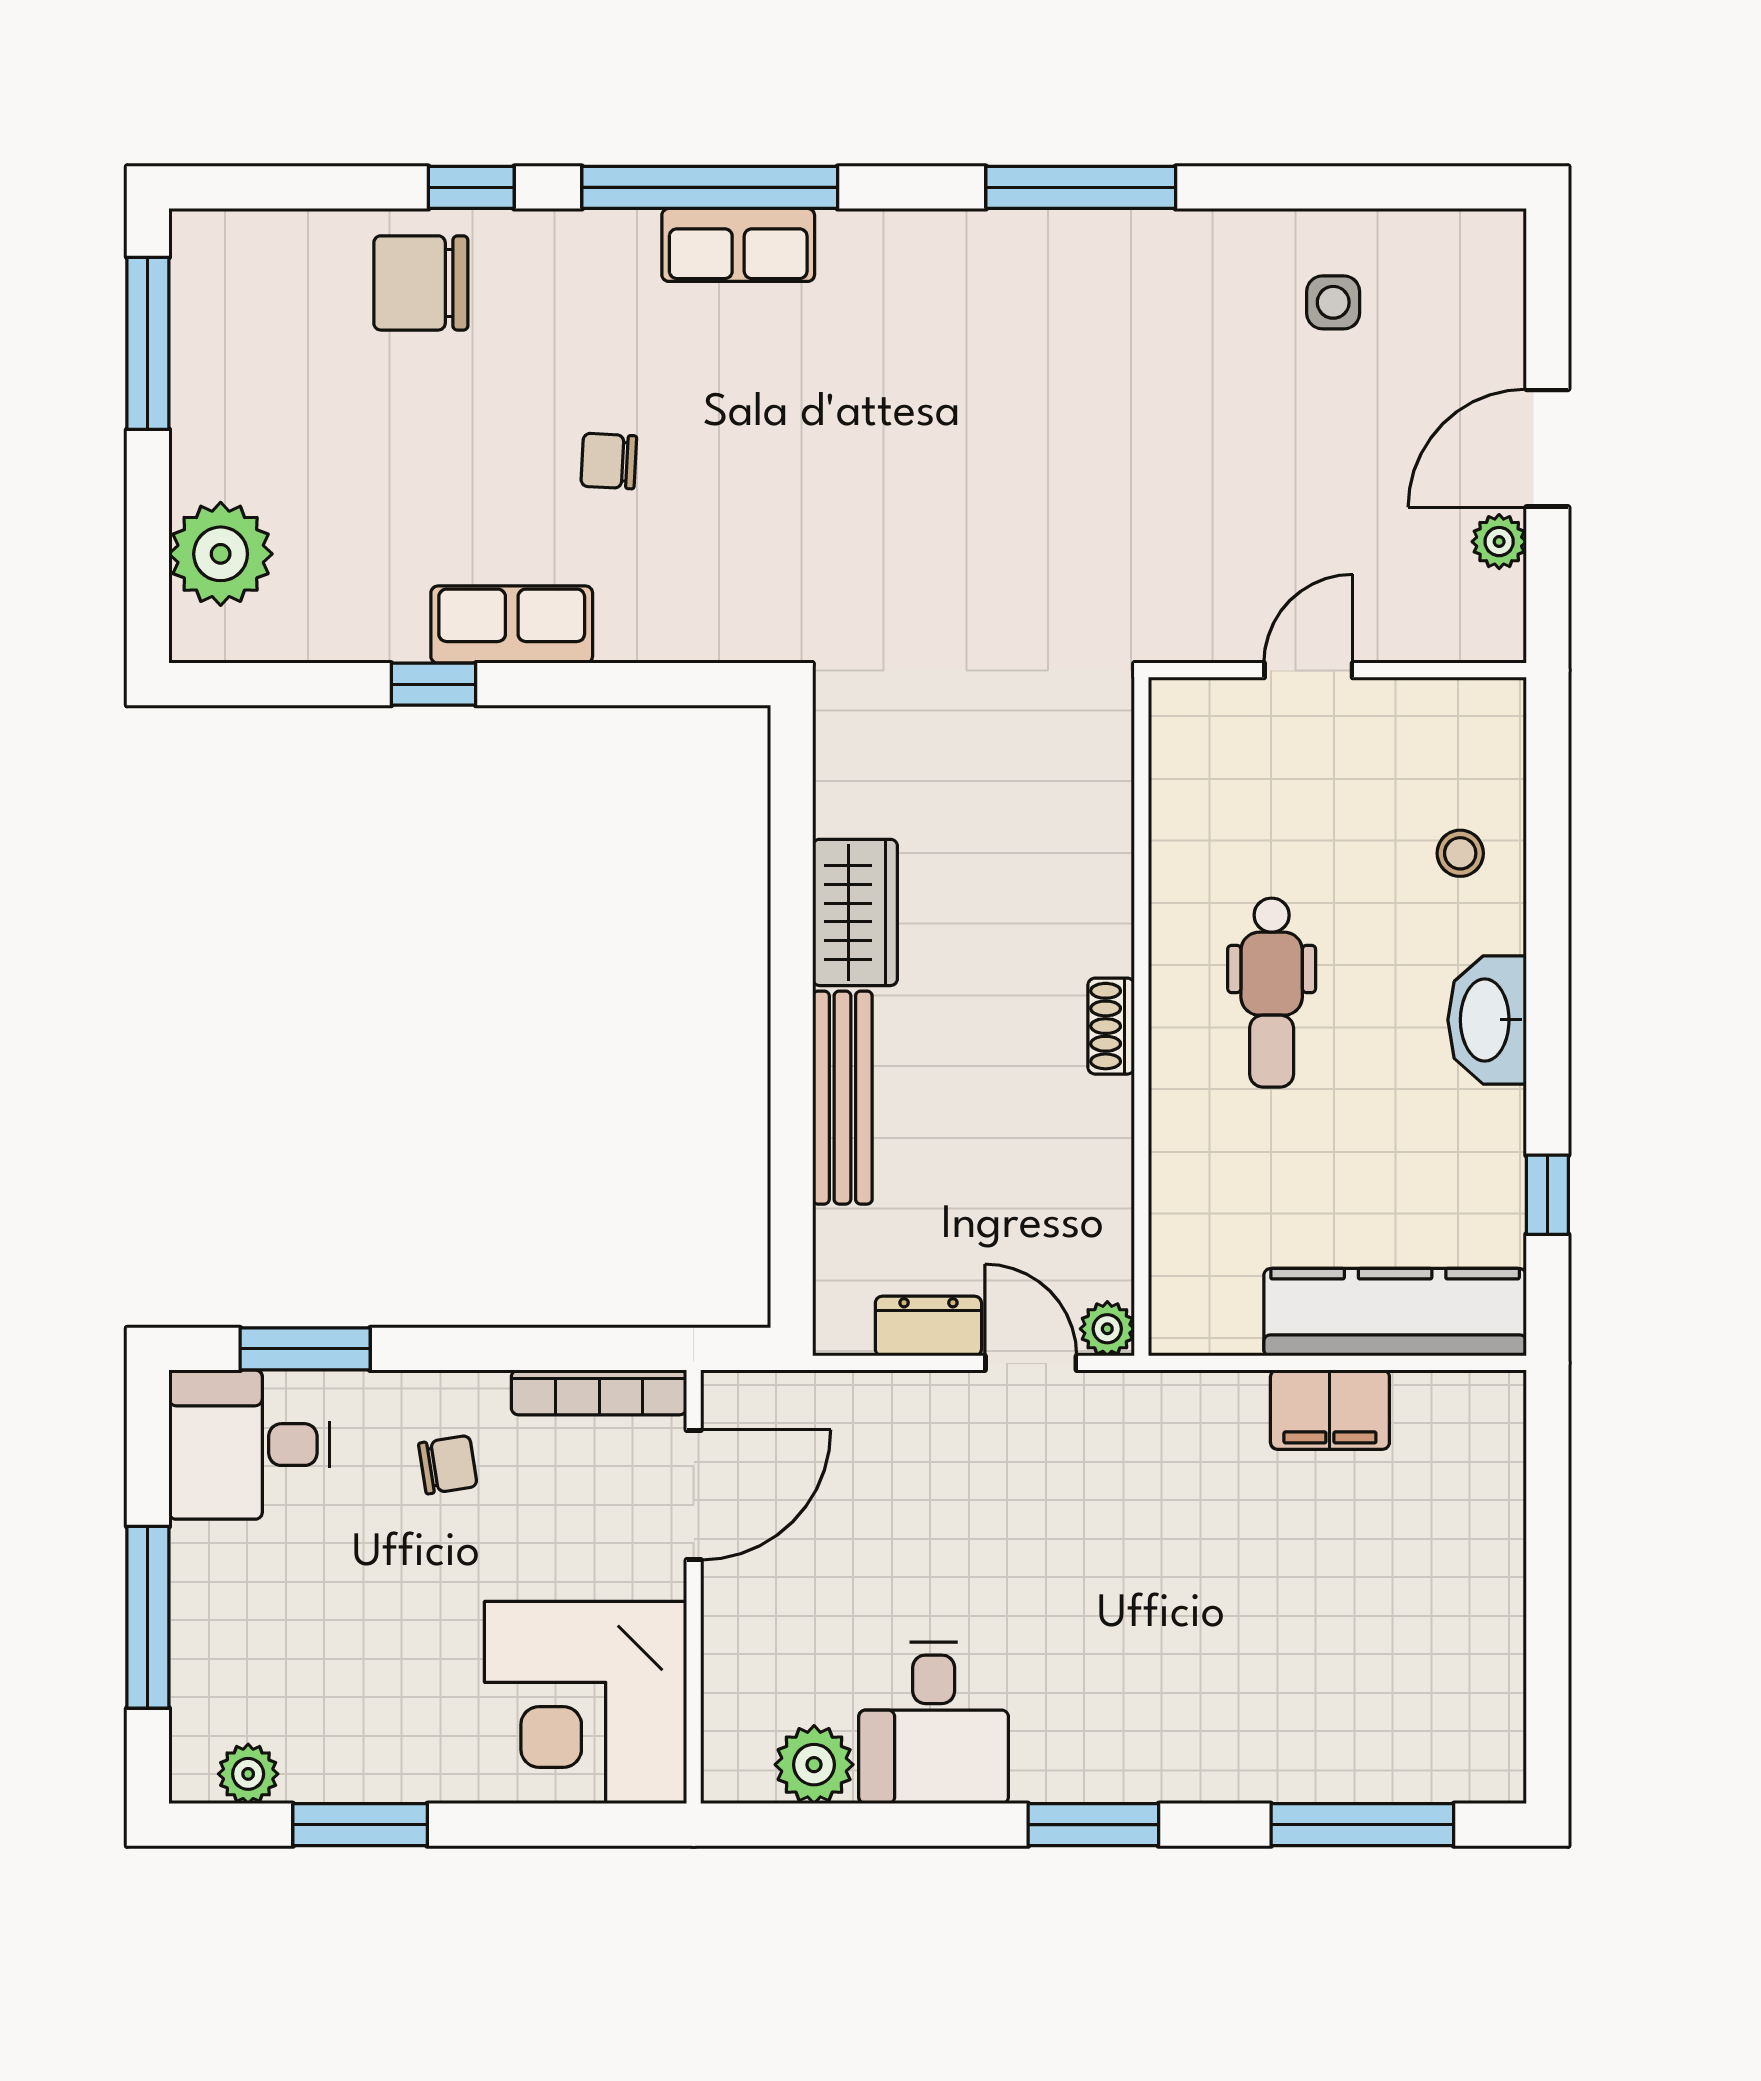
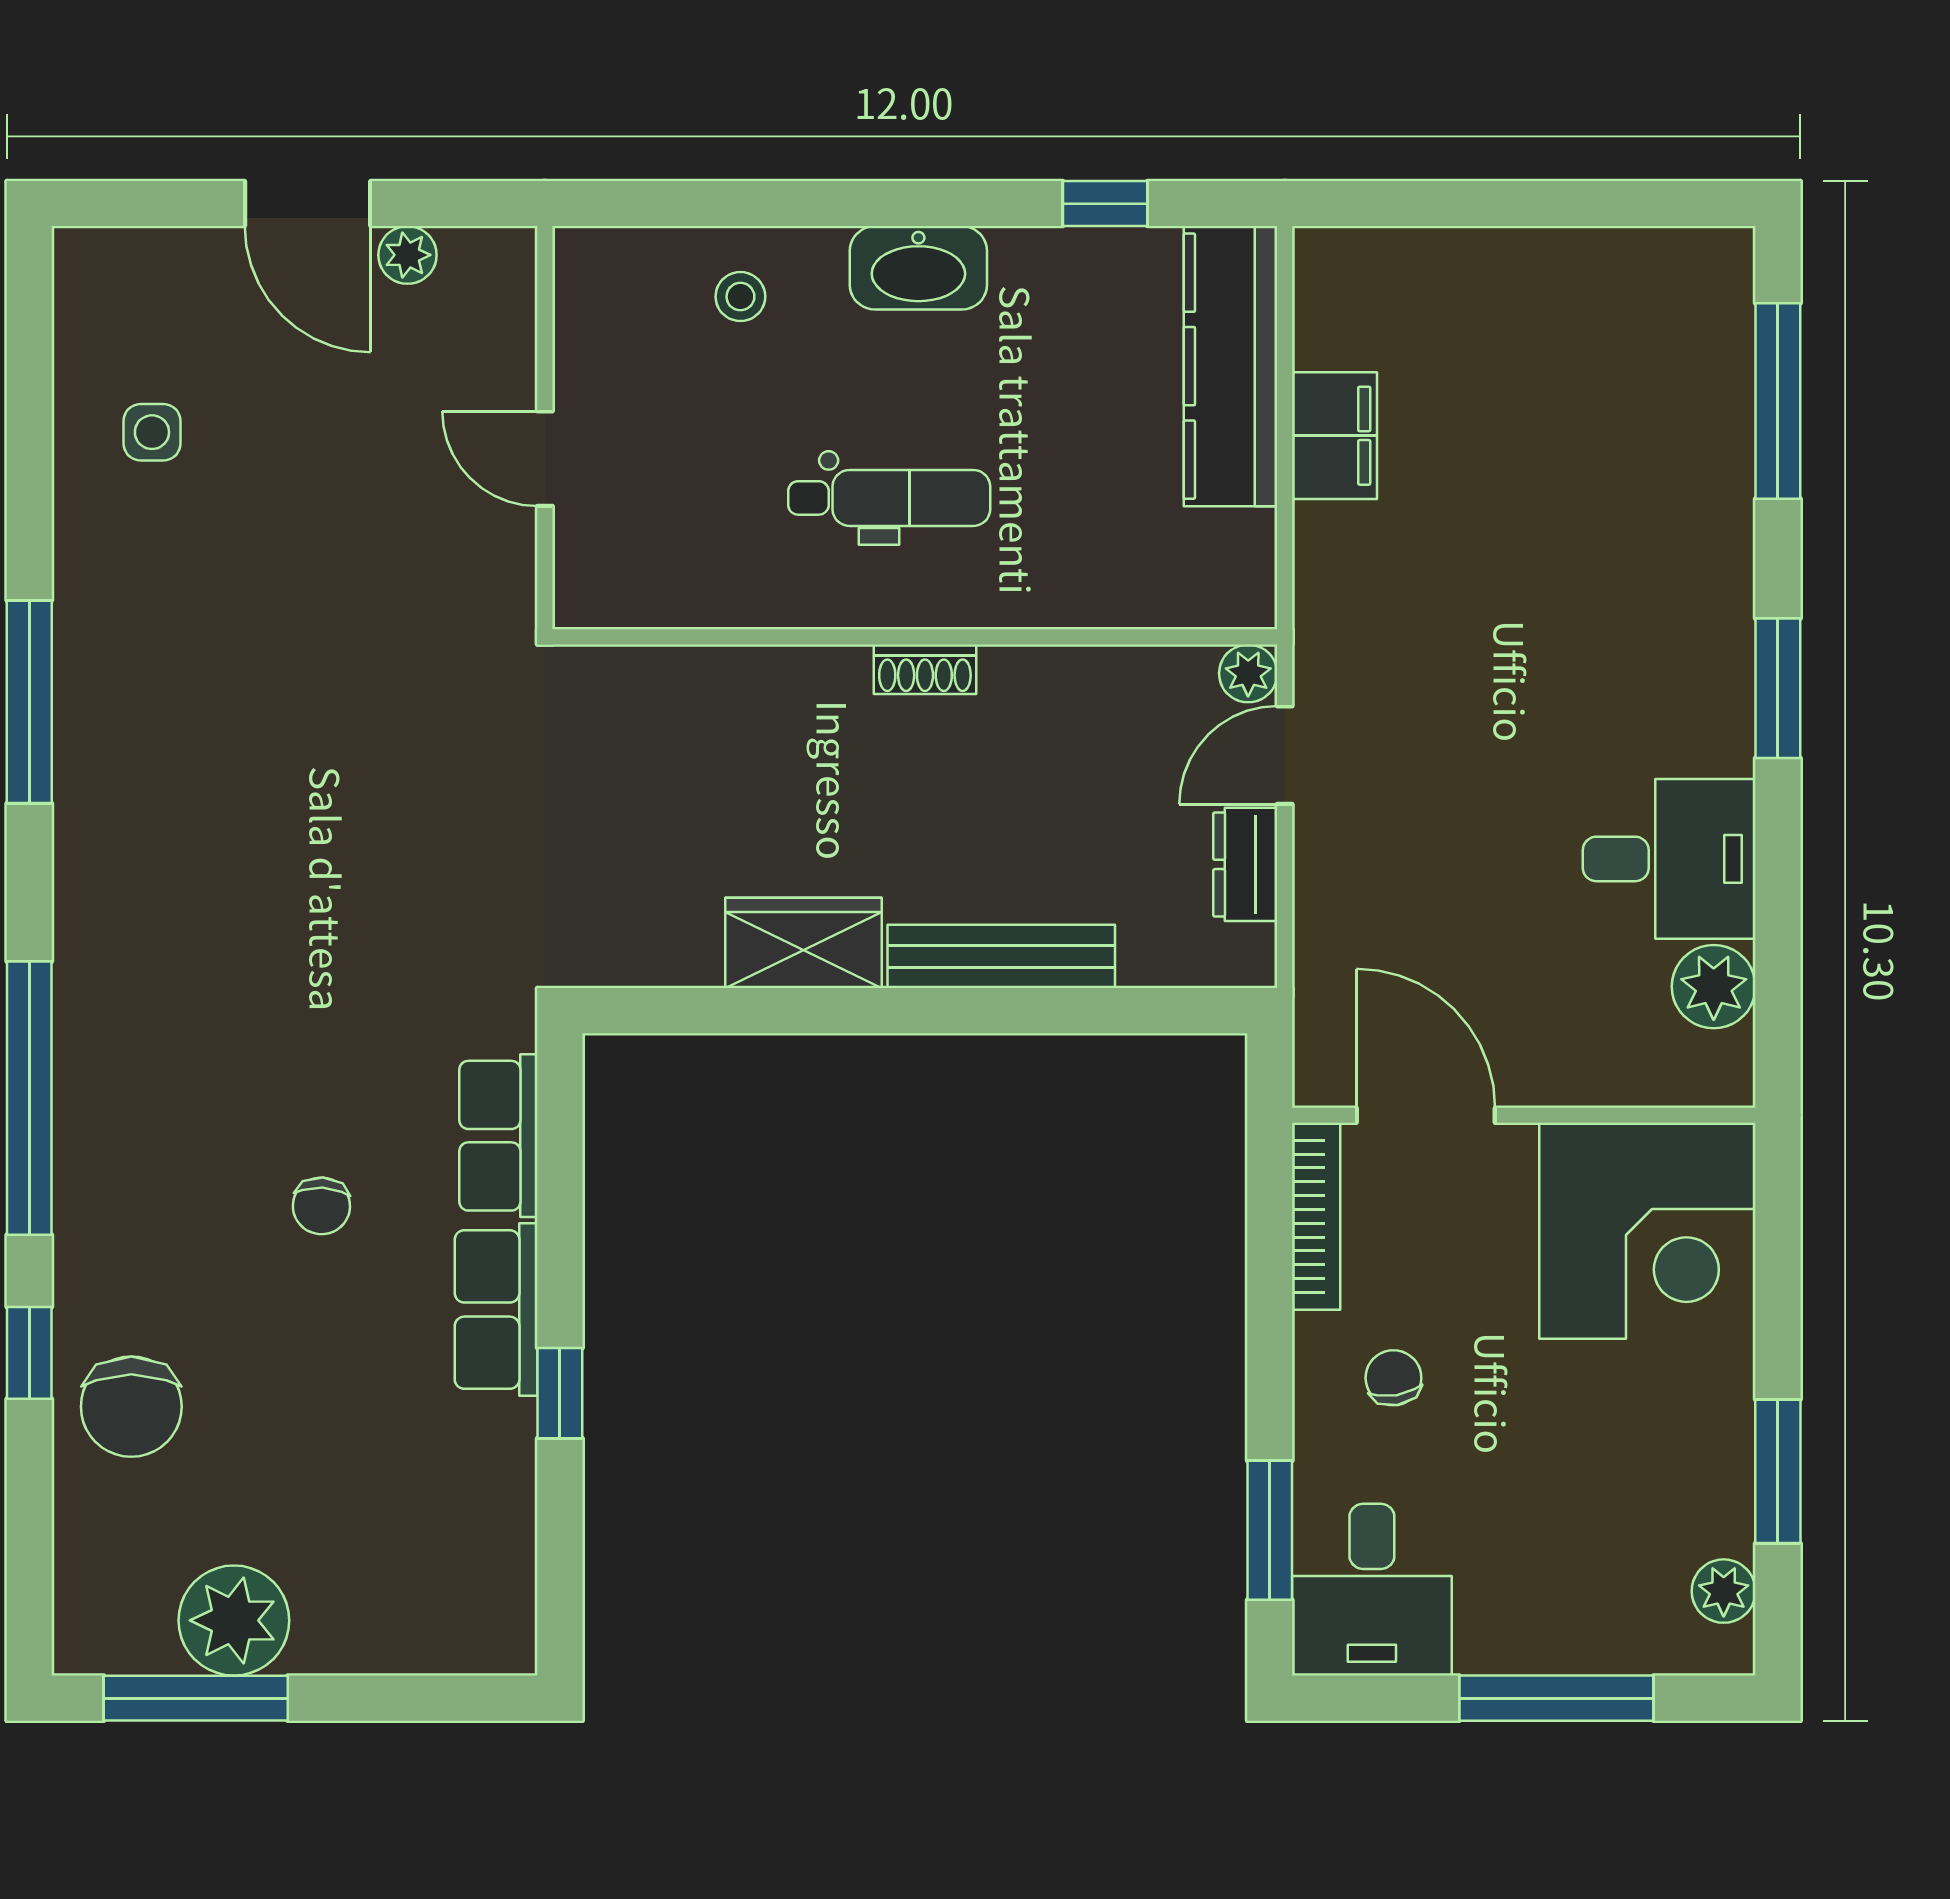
row of seats: (738, 245) -> (498, 1136), moved, turned 180
plant: (221, 554) -> (234, 1620), moved

